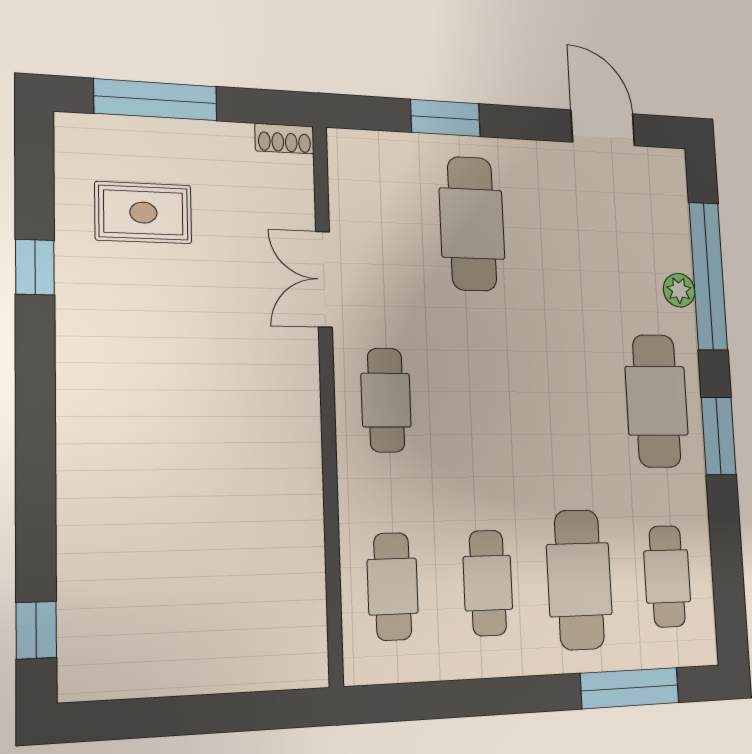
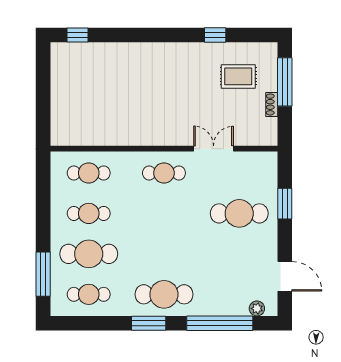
door: (603, 128) -> (285, 276), hinge flipped
shoe rack: (284, 139) -> (272, 104), moved
rug: (143, 213) -> (238, 76), turned 90
plant: (679, 290) -> (257, 308), moved

